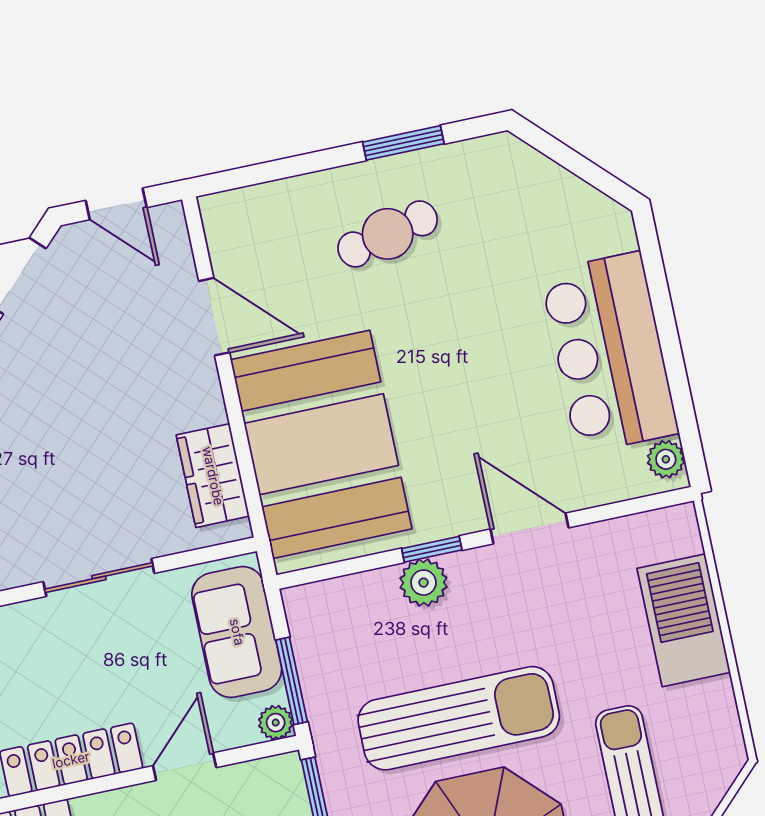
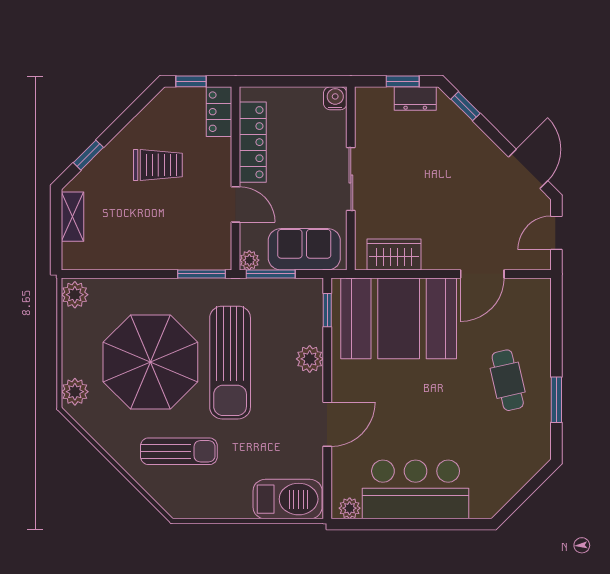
window: (432, 549) -> (327, 310), moved
barbecue: (684, 620) -> (288, 499), moved

